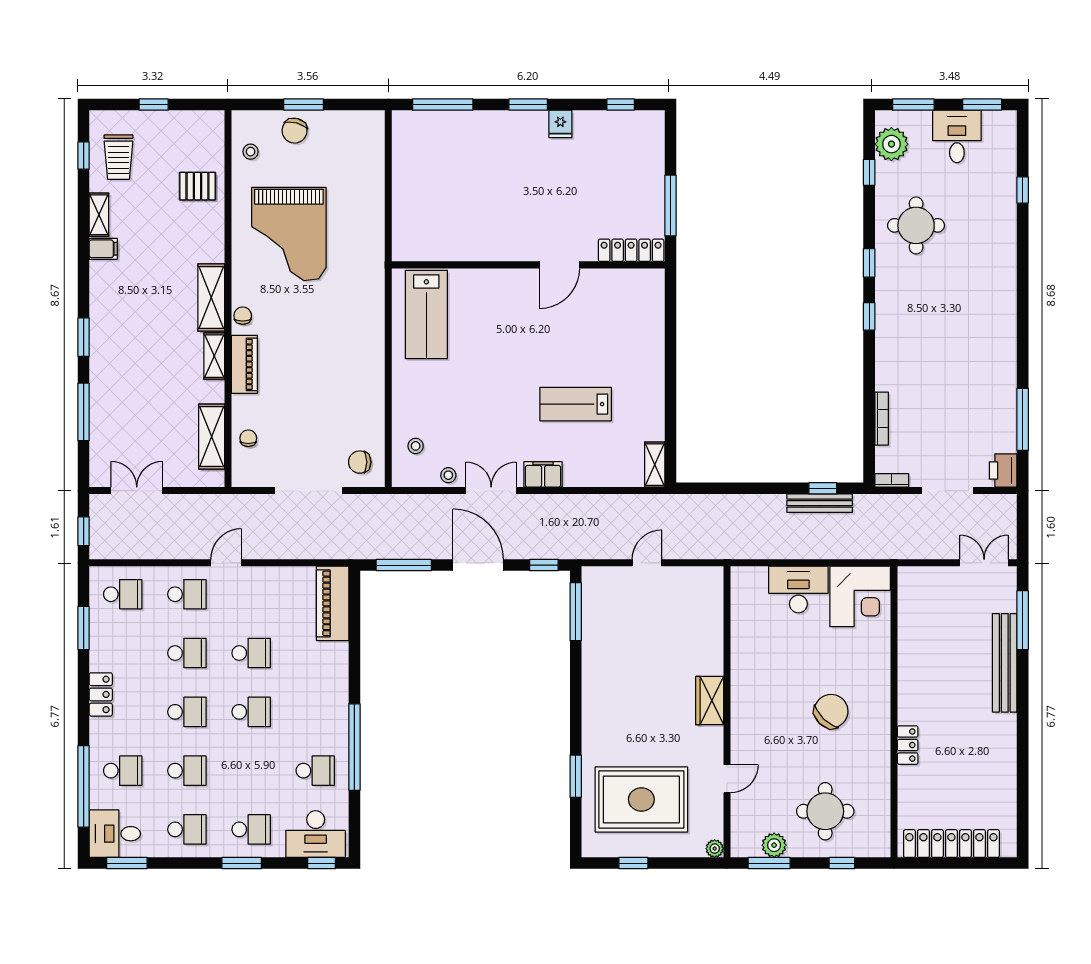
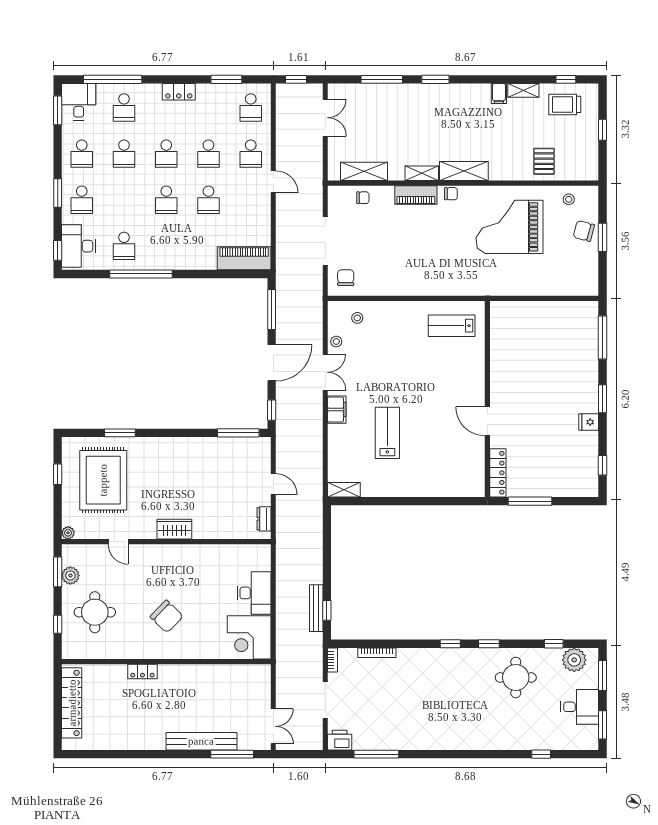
lab bench: (426, 315) -> (452, 326), width x0.73, depth x0.72
dresser: (695, 576) -> (264, 519), added

